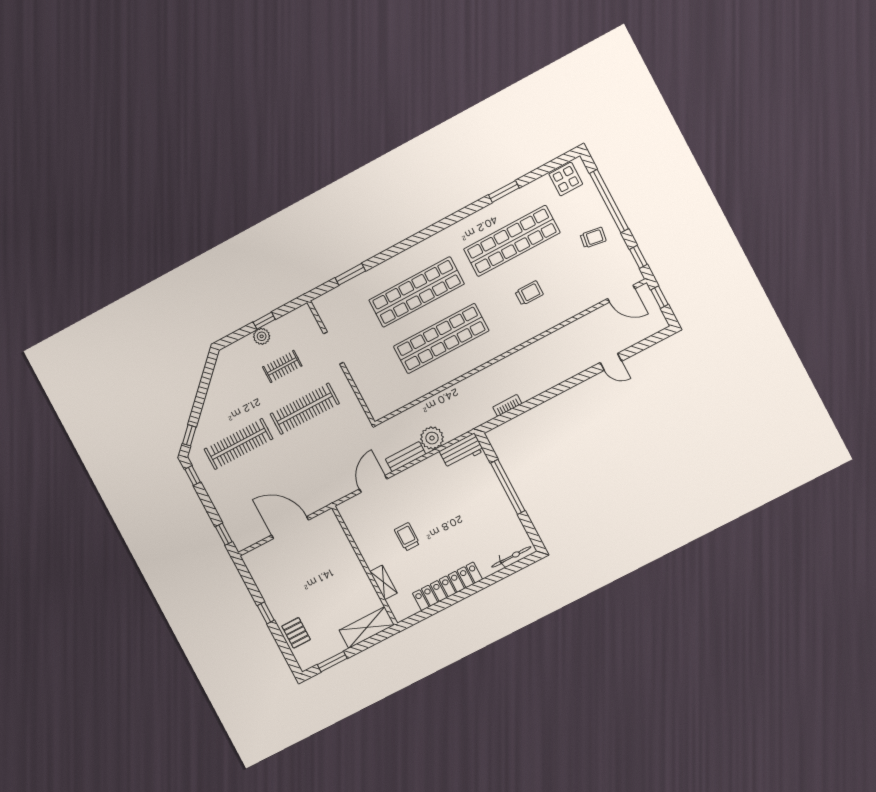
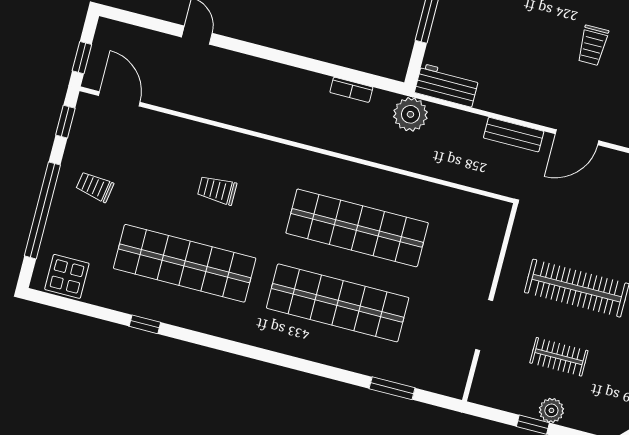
window: (504, 191) -> (145, 324), width x0.67
plant: (432, 438) -> (410, 114), moved

